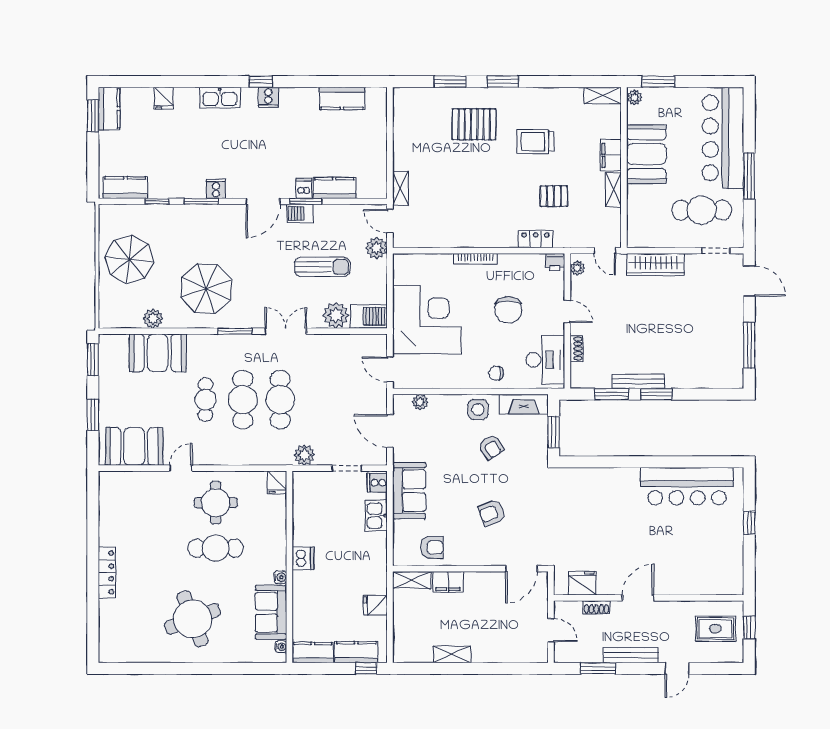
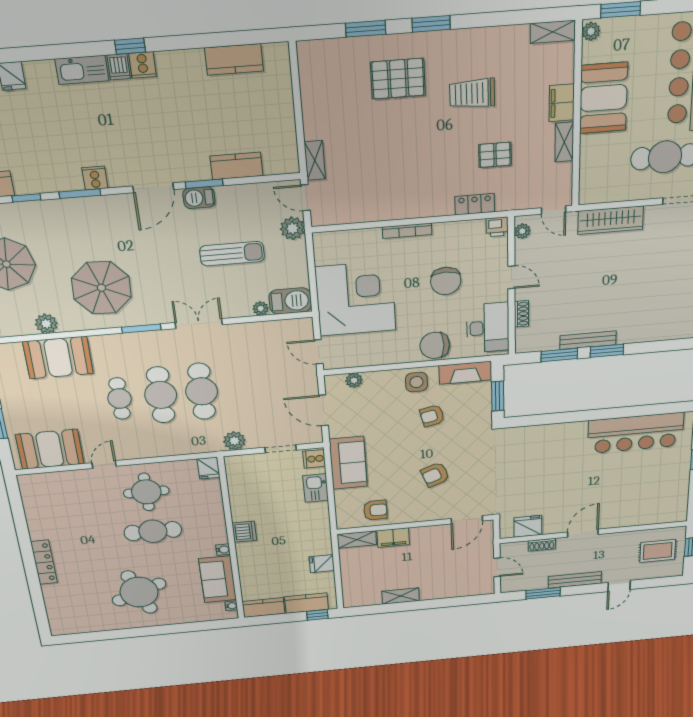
dishwasher: (304, 188) -> (119, 67), moved, turned 180
plant: (336, 315) -> (261, 308), width x0.53, depth x0.53
chair: (496, 373) -> (435, 345), width x1.87, depth x1.87
armchair: (491, 447) -> (432, 416), turned 112

